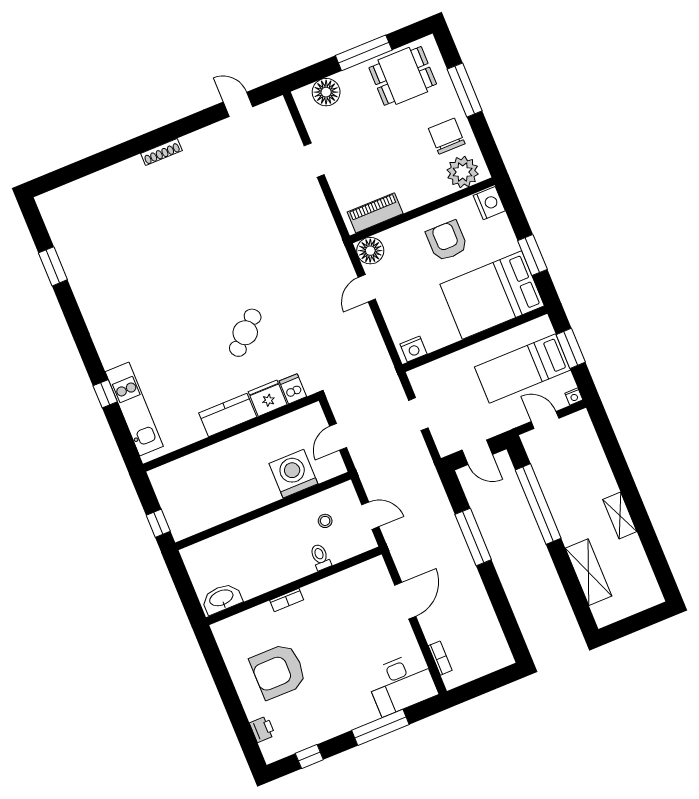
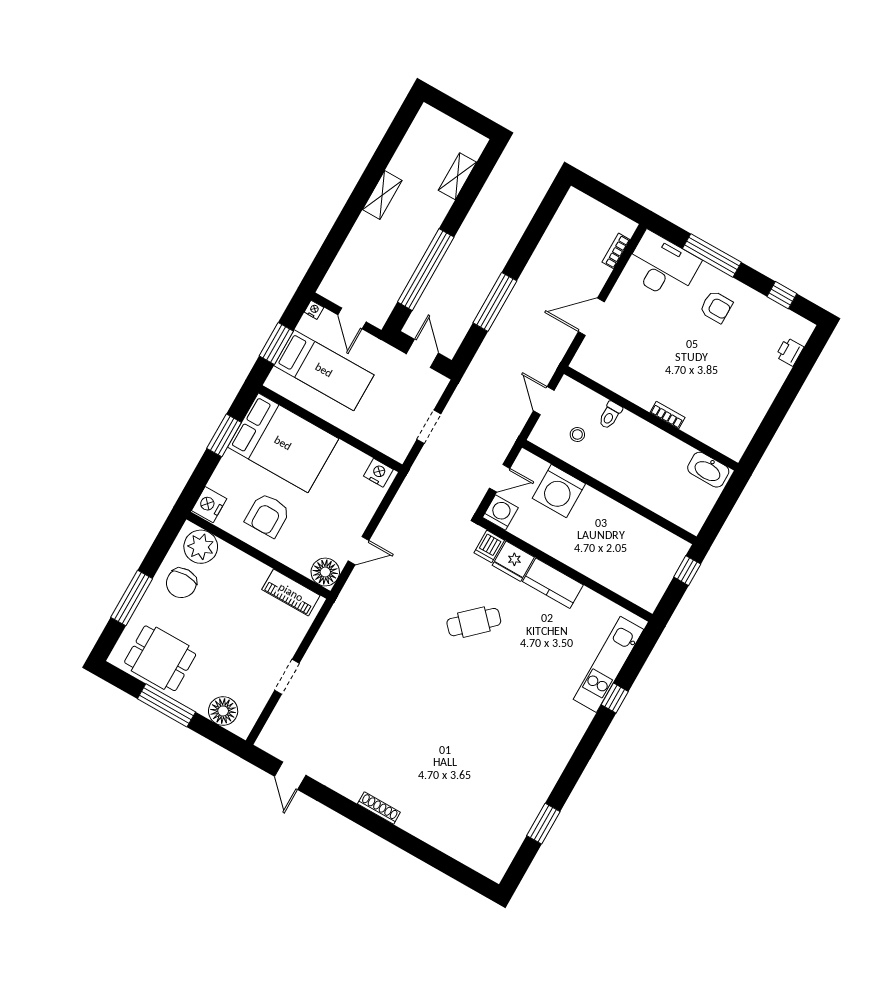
washing machine: (312, 417) -> (500, 513), added
shelving: (588, 572) -> (457, 176), width x0.67, depth x0.75
armchair: (278, 671) -> (716, 307), moved, width x0.53, depth x0.53

